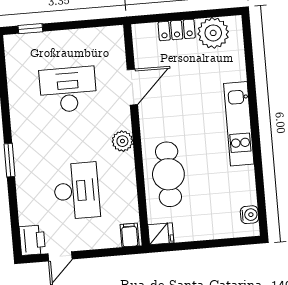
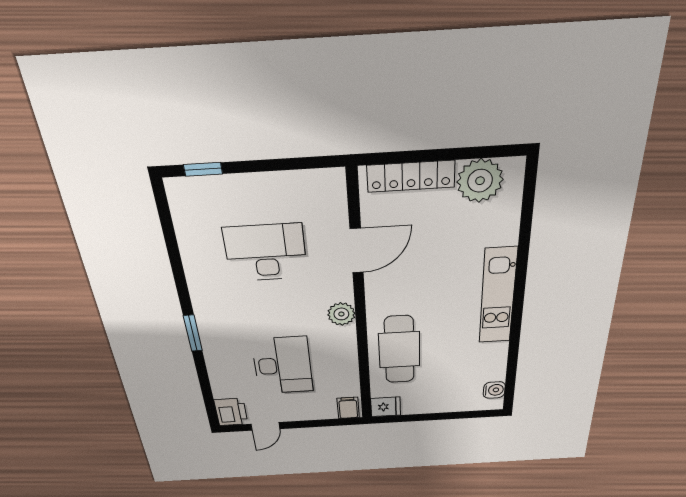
locker: (177, 30) -> (411, 176), width x1.53

